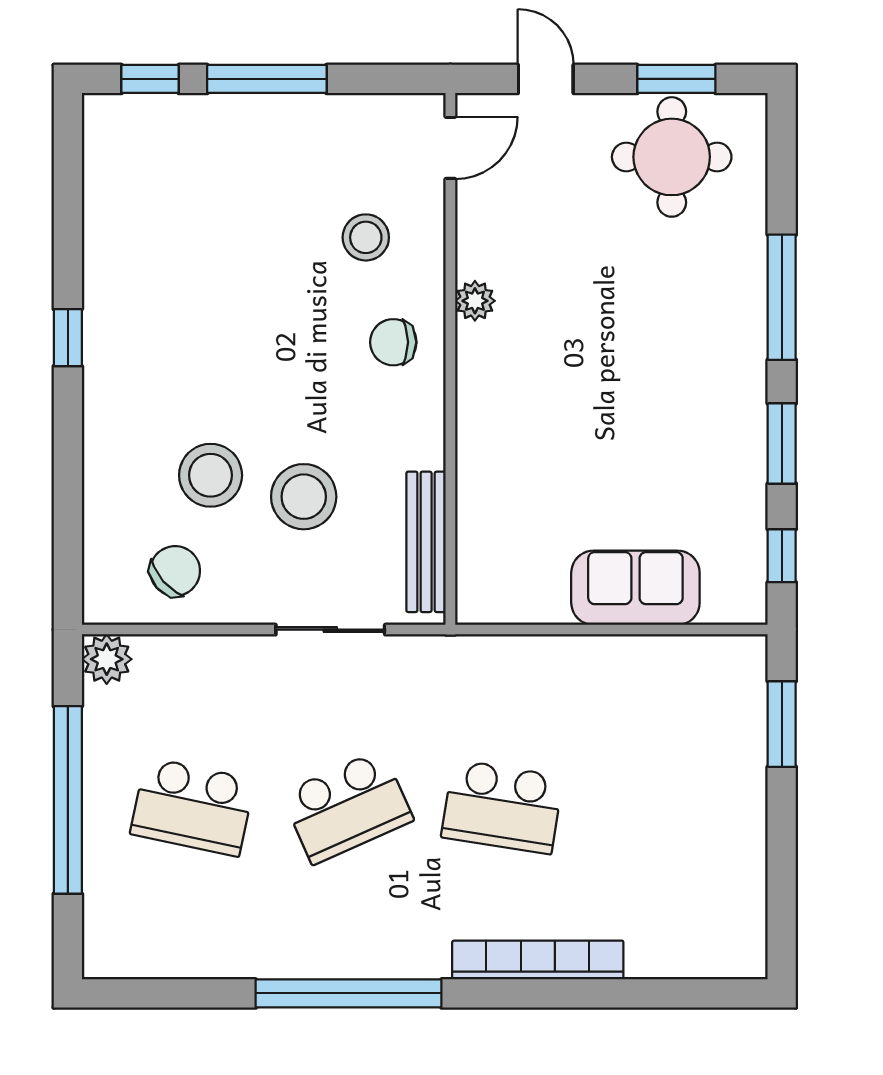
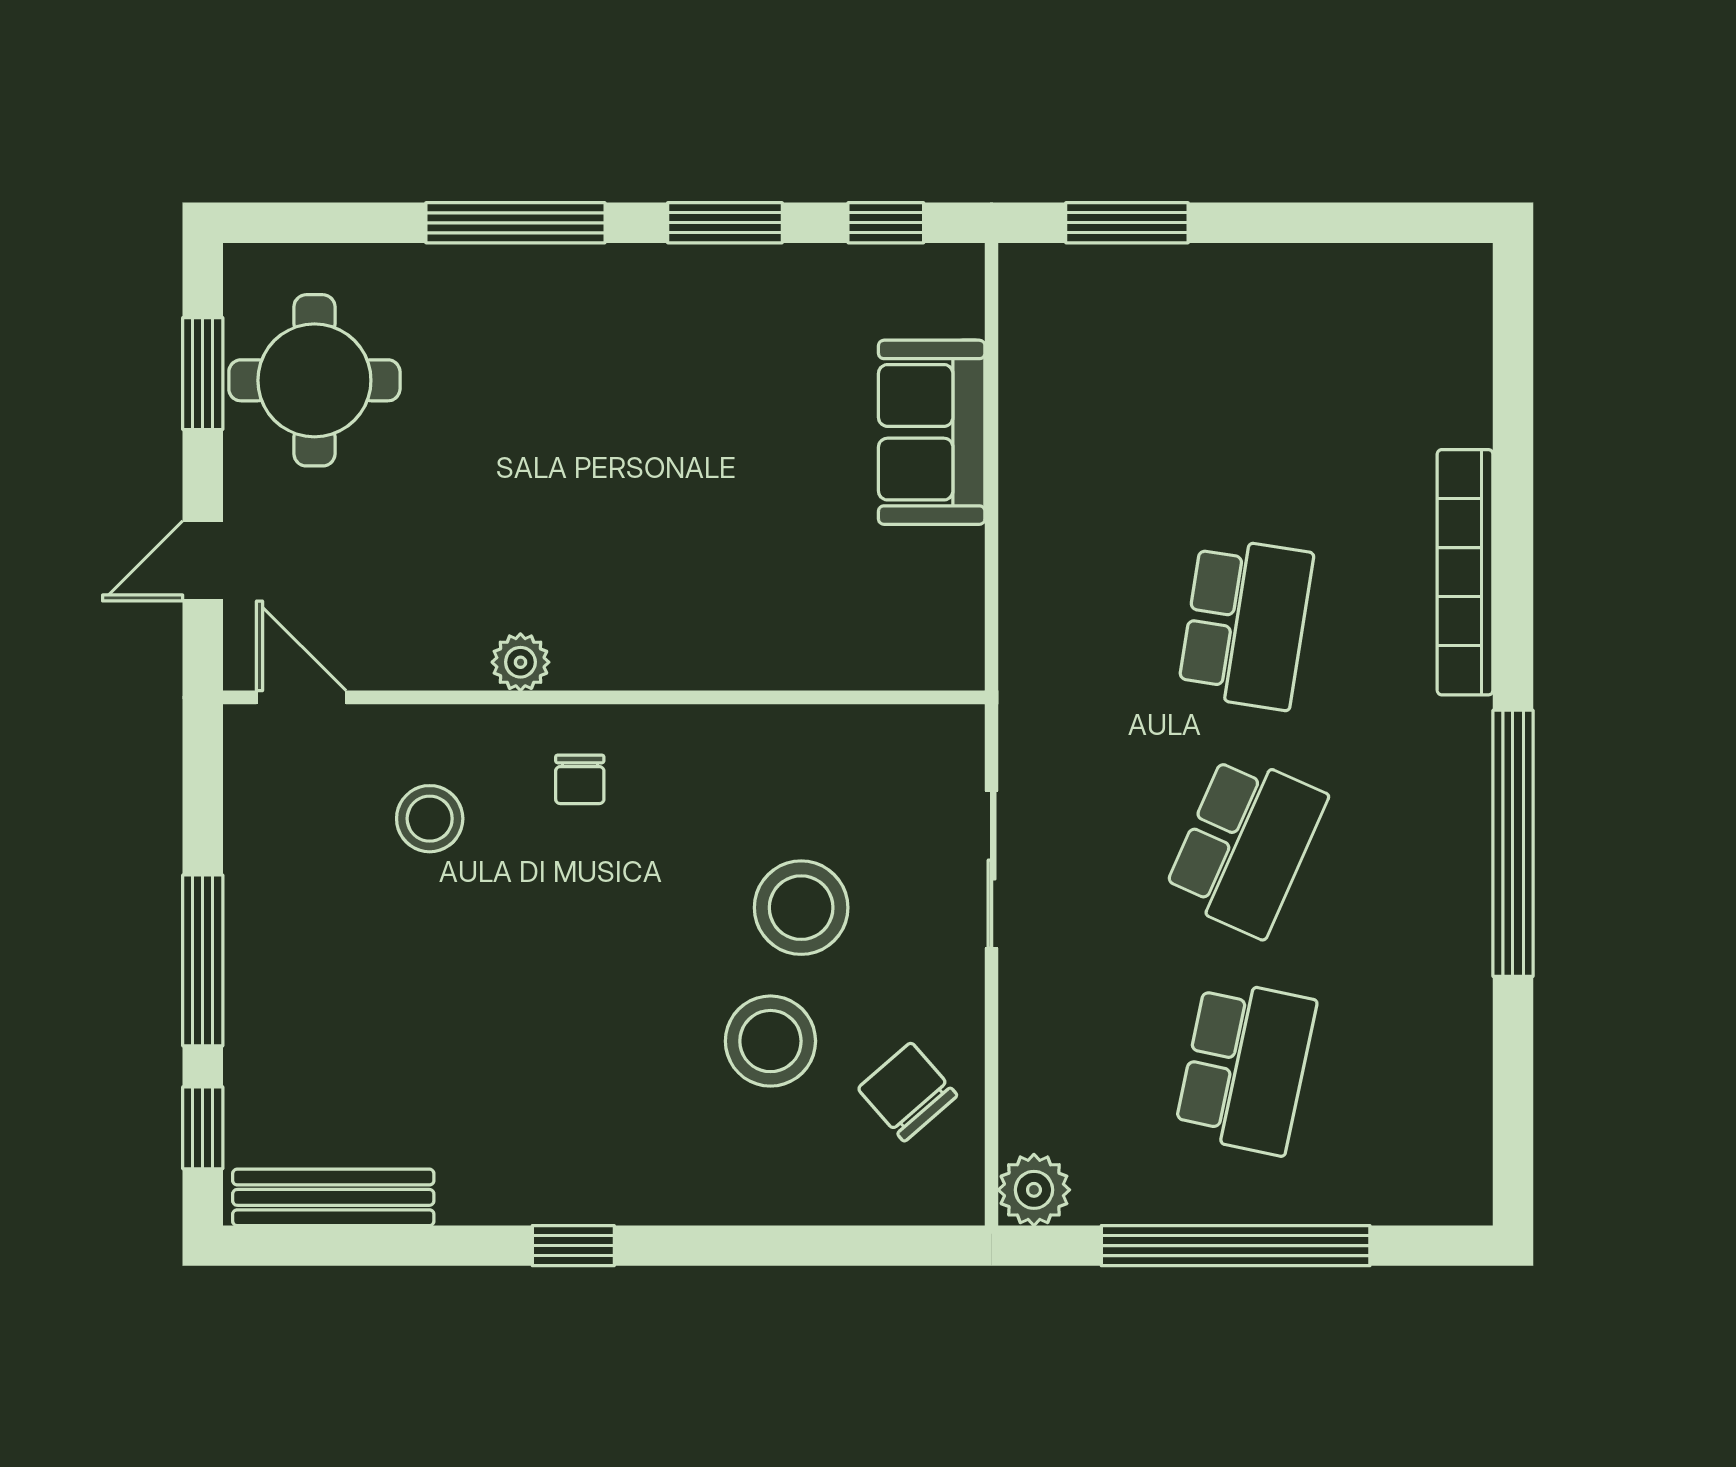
chair: (393, 342) -> (580, 779), width x0.73, depth x0.73
bench: (426, 542) -> (333, 1197), moved
school desk: (347, 807) -> (1246, 845), turned 48

